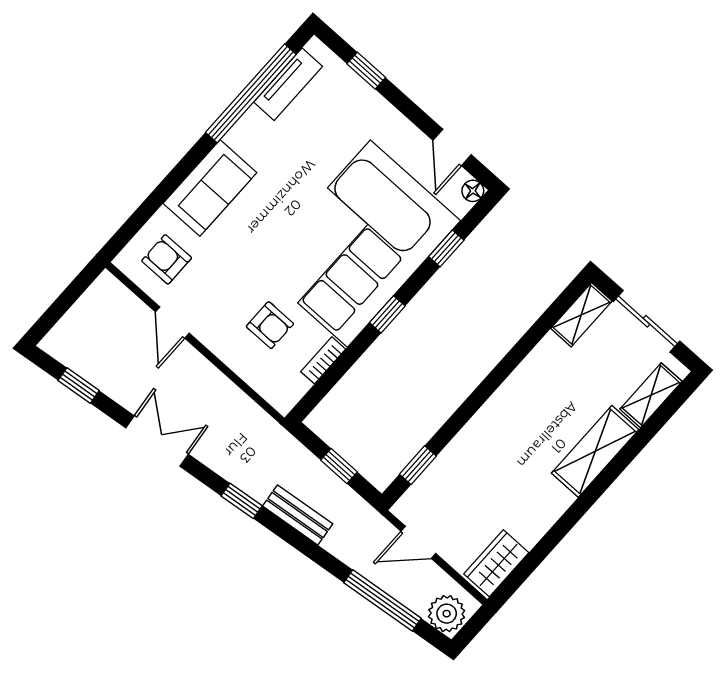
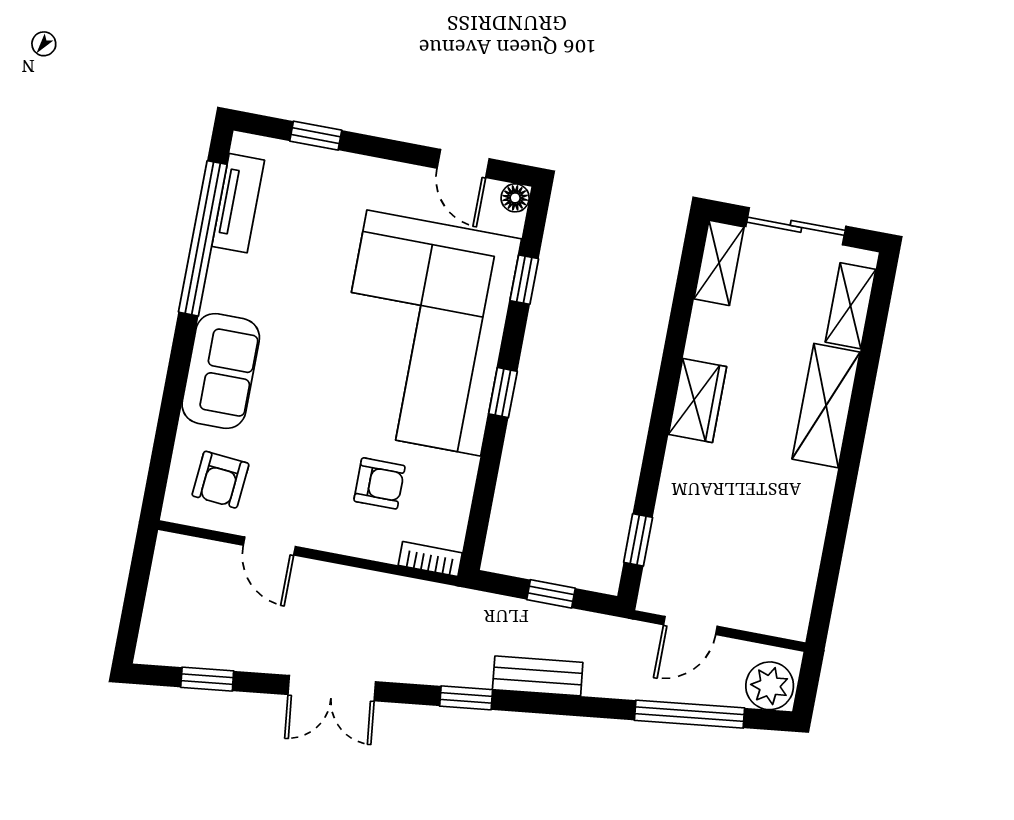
armchair: (167, 259) -> (220, 480), turned -85
bookcase: (323, 360) -> (430, 559), moved, turned 90
double door: (157, 441) -> (332, 688), swing flipped
wardrobe: (496, 563) -> (698, 401), moved, turned 180

